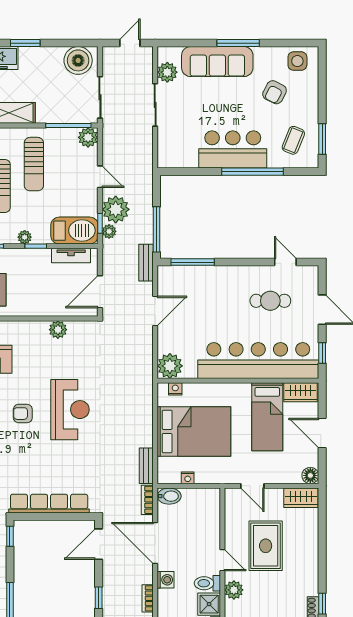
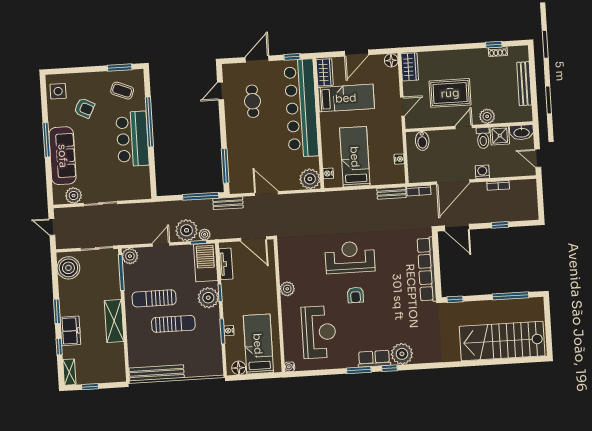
sun lounger: (34, 164) -> (154, 298), turned 180
plant: (25, 237) -> (208, 298), width x1.87, depth x1.87
plant: (58, 330) -> (287, 289), moved
bed: (194, 431) -> (355, 157), width x0.67
bidet: (169, 496) -> (422, 141), moved, turned 180

